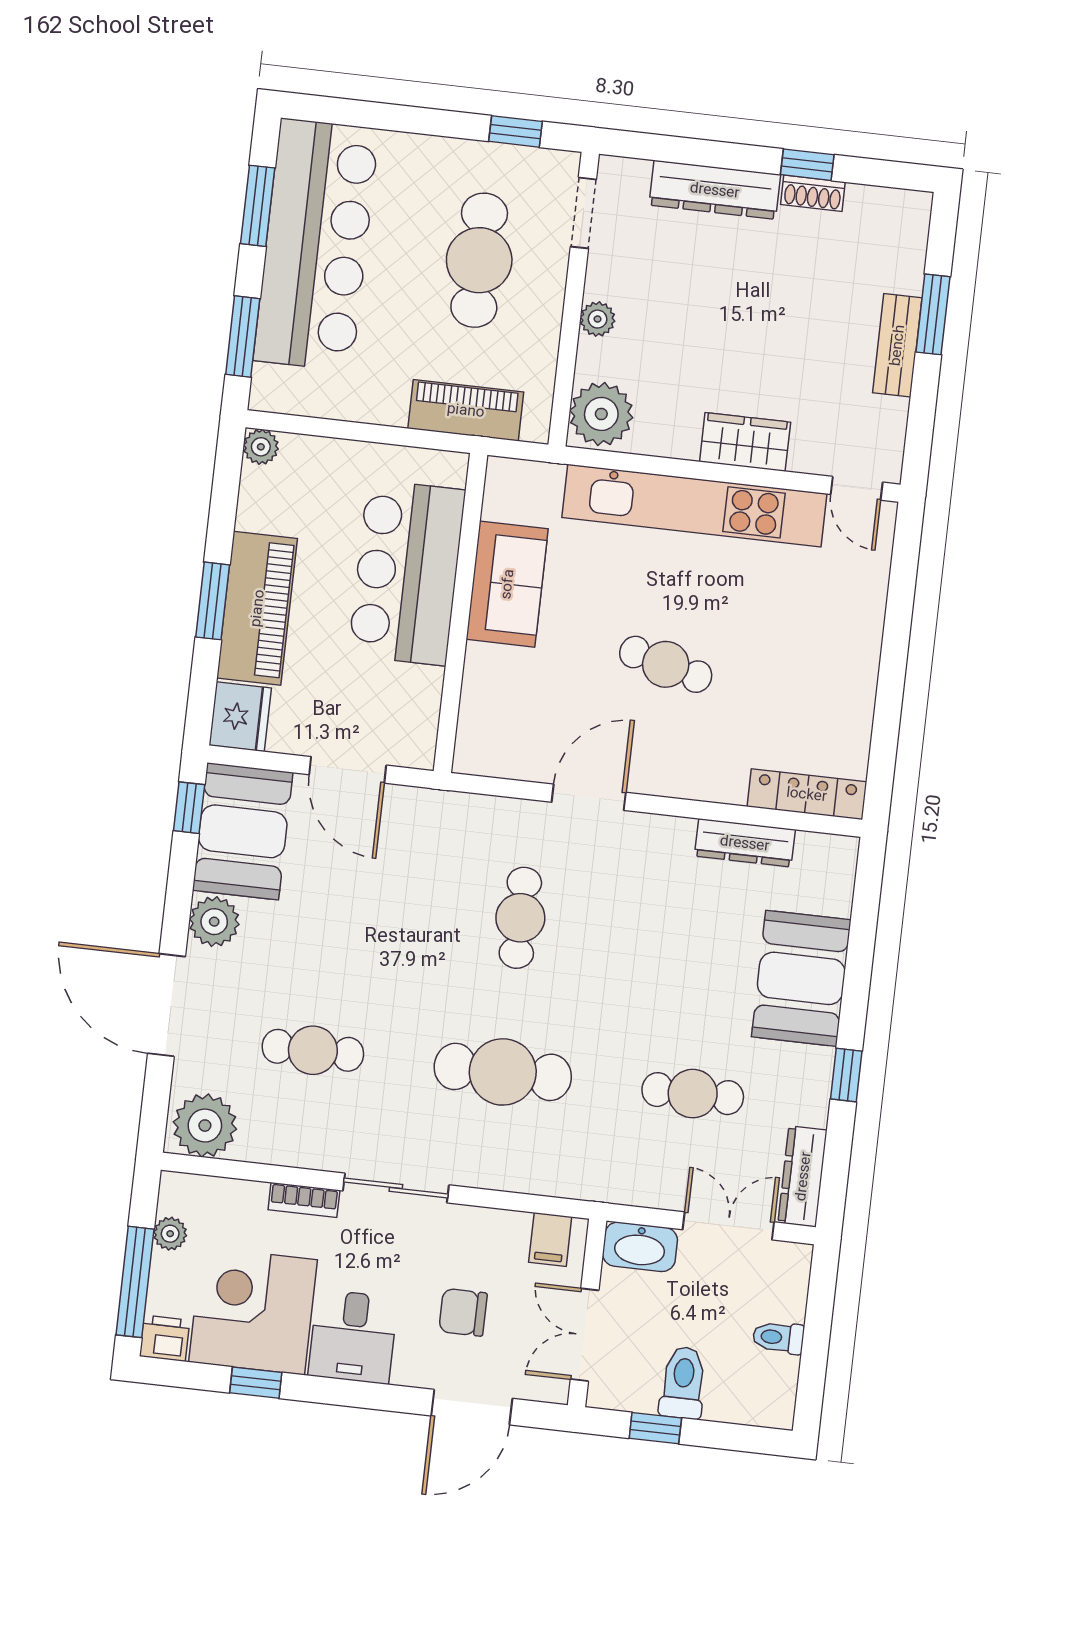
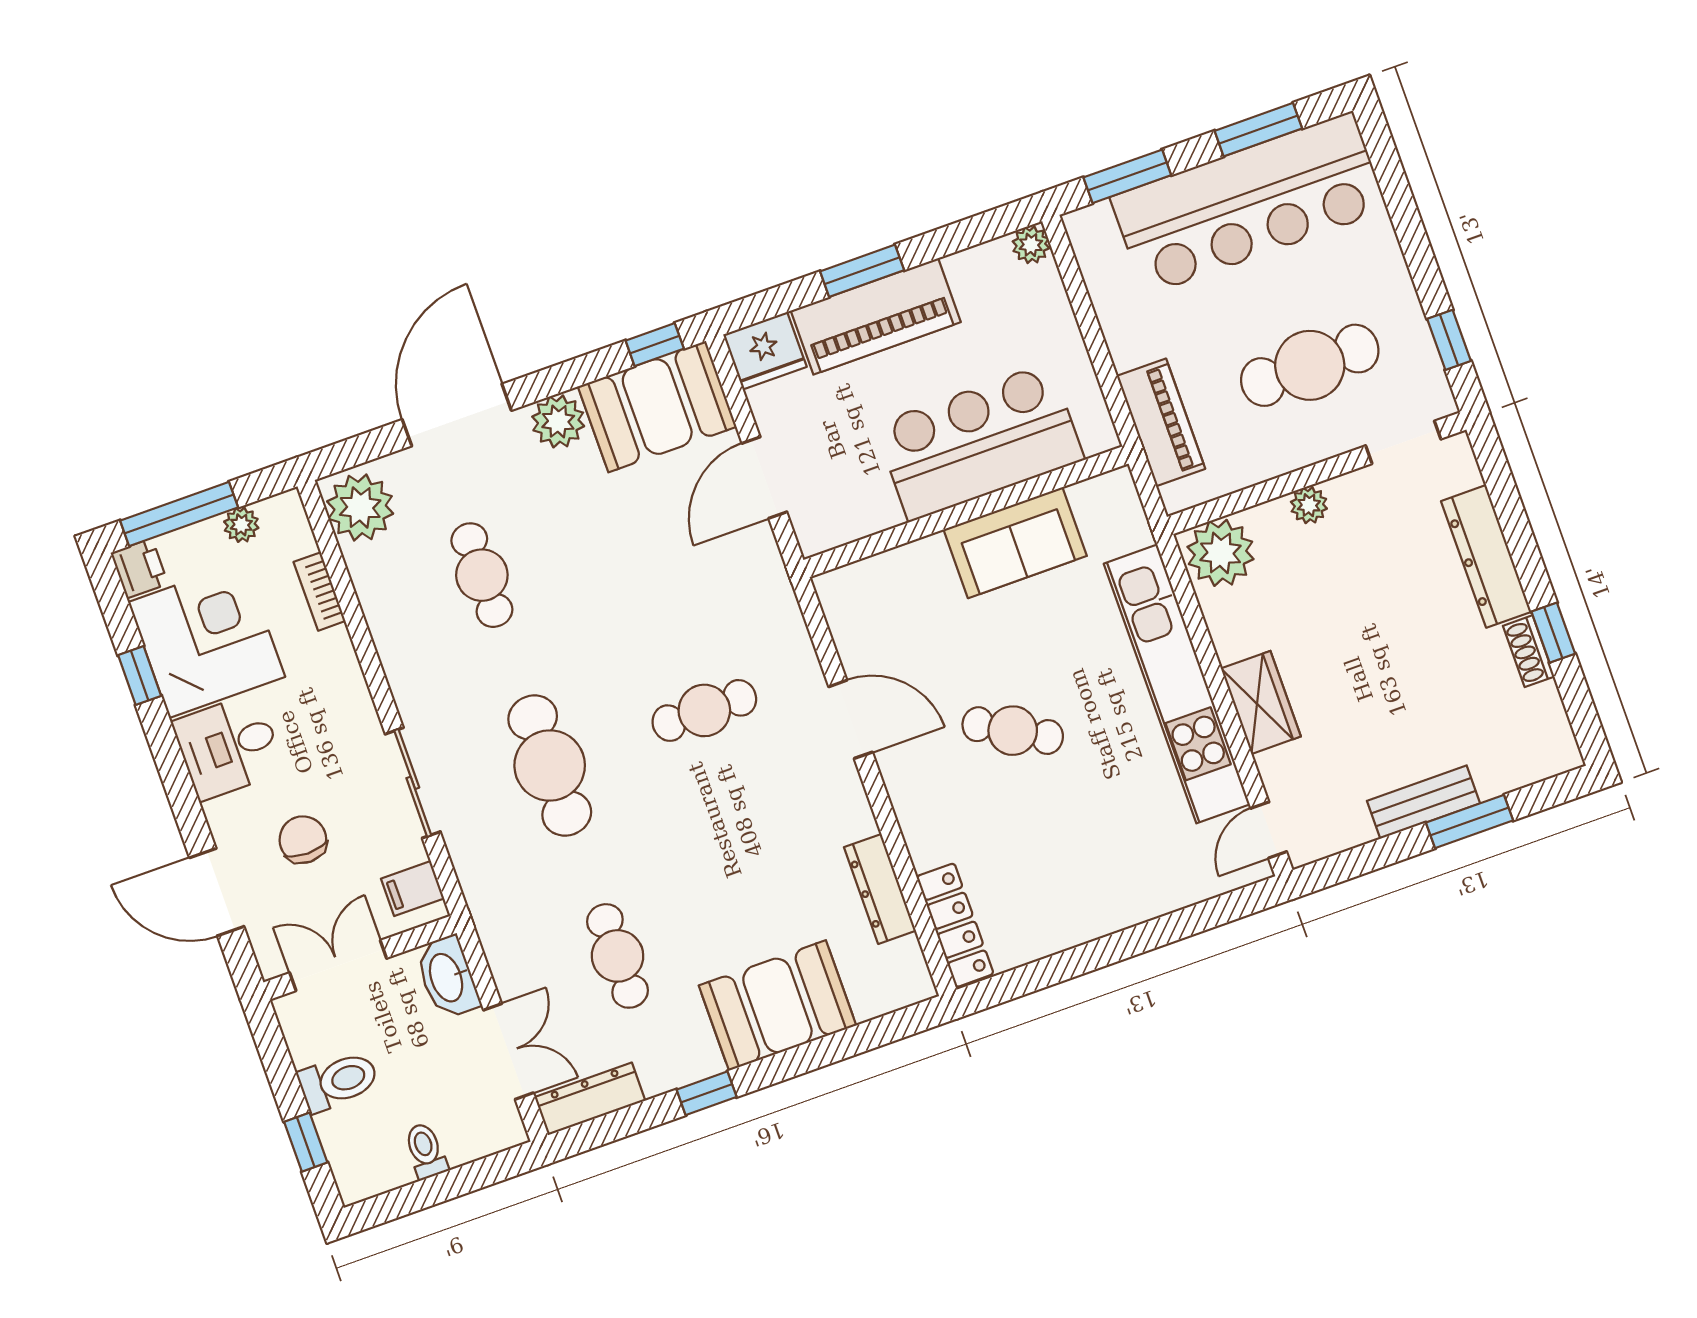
cafe table: (666, 664) -> (1013, 731), turned -75
sliding door: (396, 1188) -> (413, 783), moved
bookcase: (304, 1200) -> (320, 591), moved
window: (655, 1428) -> (306, 1142), moved

